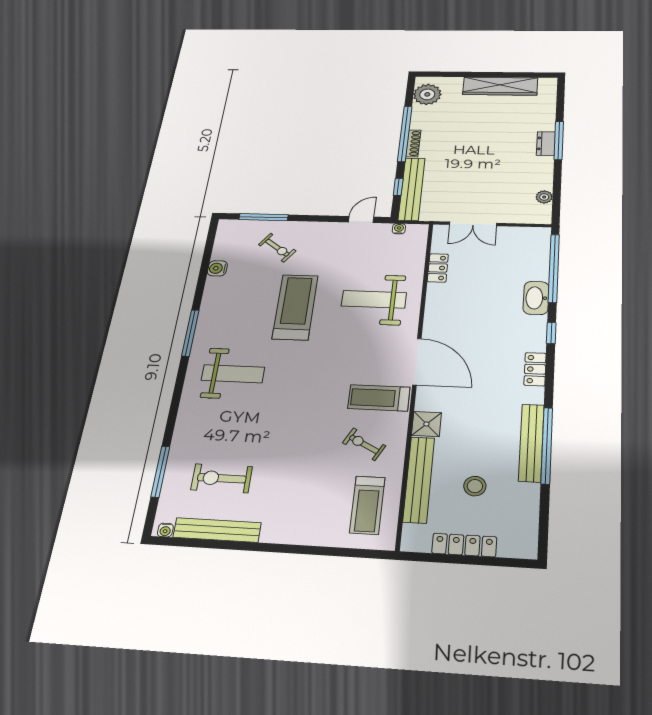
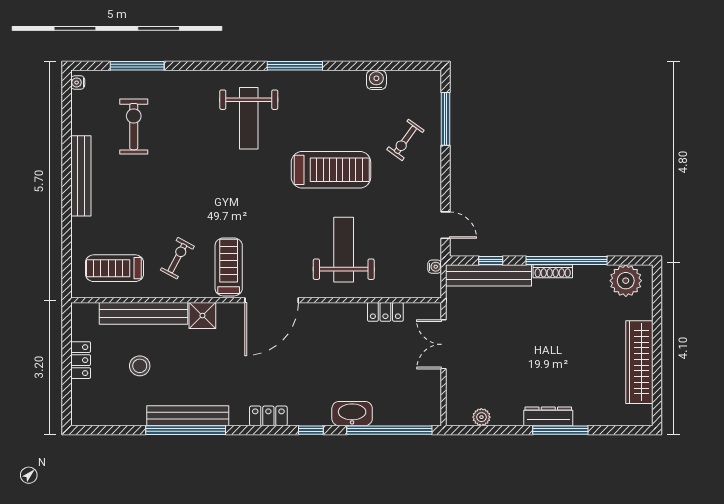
dresser: (546, 143) -> (548, 416), width x1.44
bench: (217, 530) -> (81, 176), moved
locker: (464, 545) -> (81, 360), width x0.66

